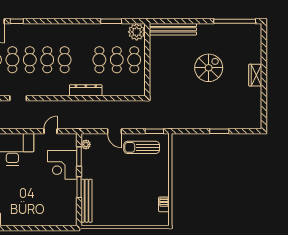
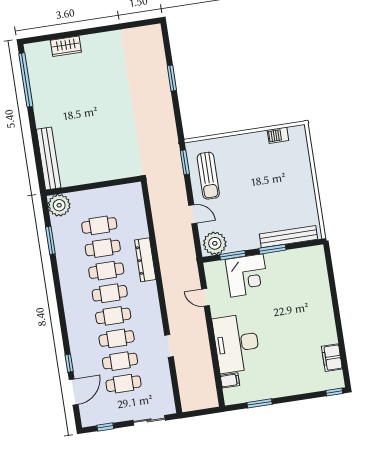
cafe table: (134, 60) -> (106, 271), moved
spiral stairs: (209, 68) -> (92, 104), removed
wardrobe: (255, 75) -> (66, 46), moved
door: (114, 131) -> (193, 214), hinge flipped
plant: (86, 144) -> (215, 243), width x1.88, depth x1.88

